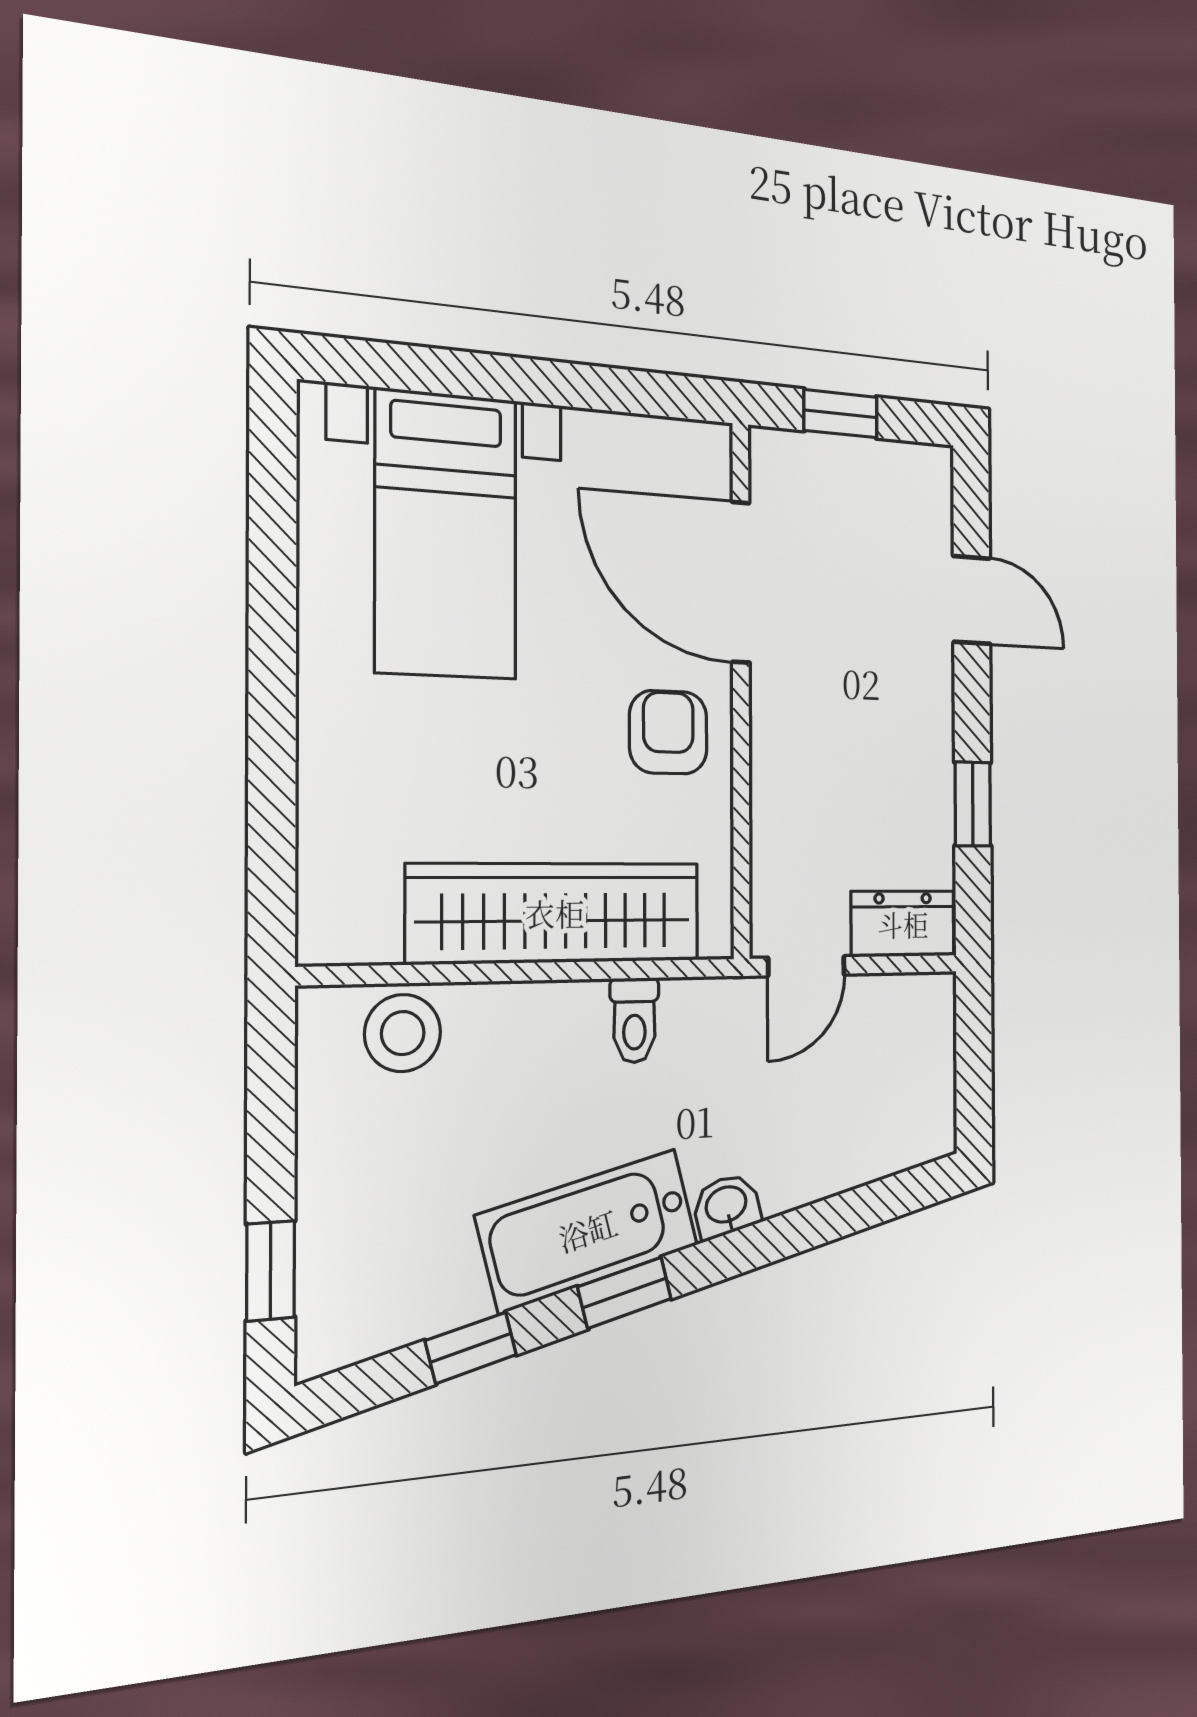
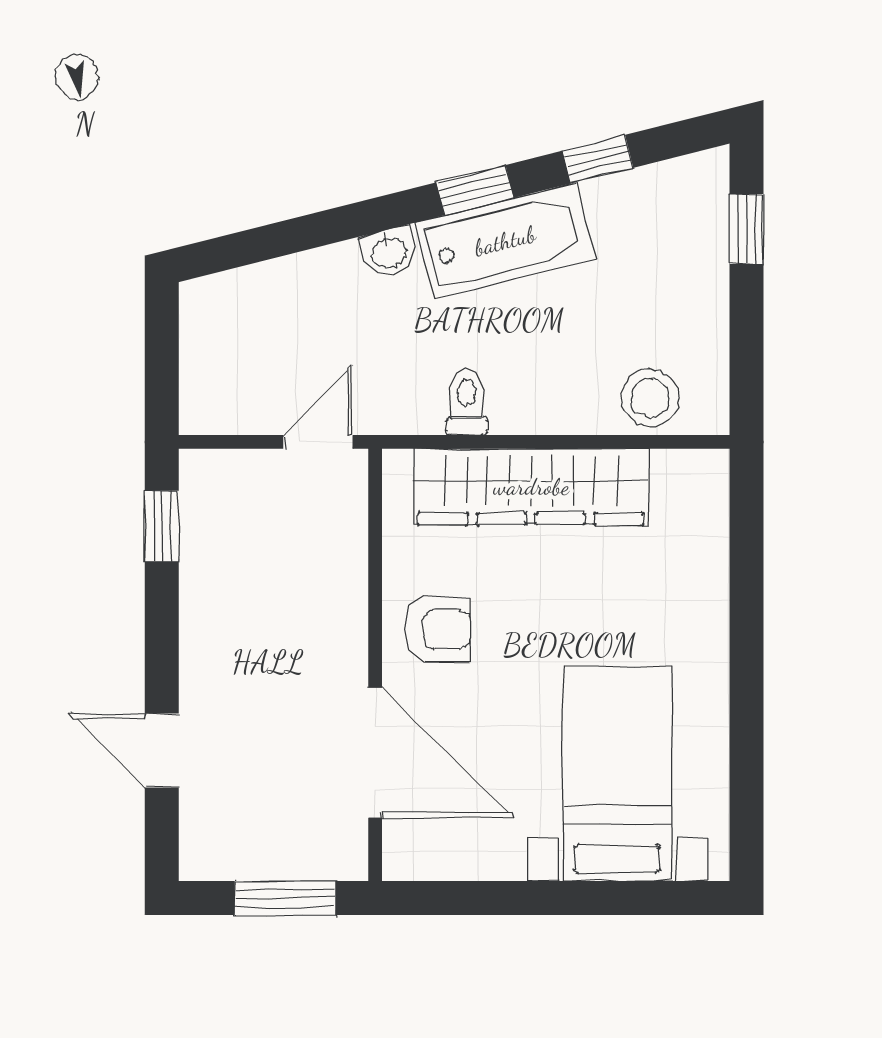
window: (841, 414) -> (285, 898), width x1.50
armchair: (668, 732) -> (438, 629), turned -90
window: (973, 804) -> (162, 526), moved
dresser: (903, 924) -> (229, 476), removed

